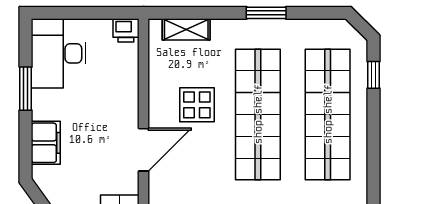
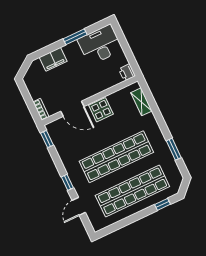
window: (266, 13) -> (174, 149), moved
display table: (197, 105) -> (101, 110), moved

